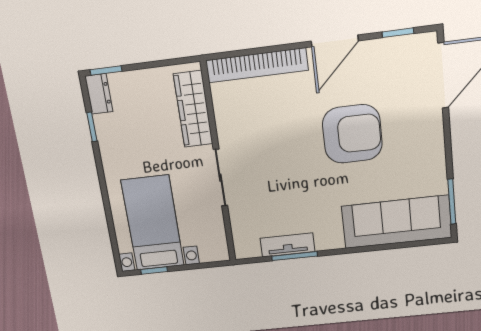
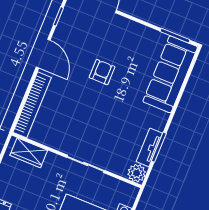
wardrobe: (193, 109) -> (29, 153), width x0.67
armchair: (352, 134) -> (102, 72), width x0.53, depth x0.53
plant: (246, 246) -> (137, 173), added

